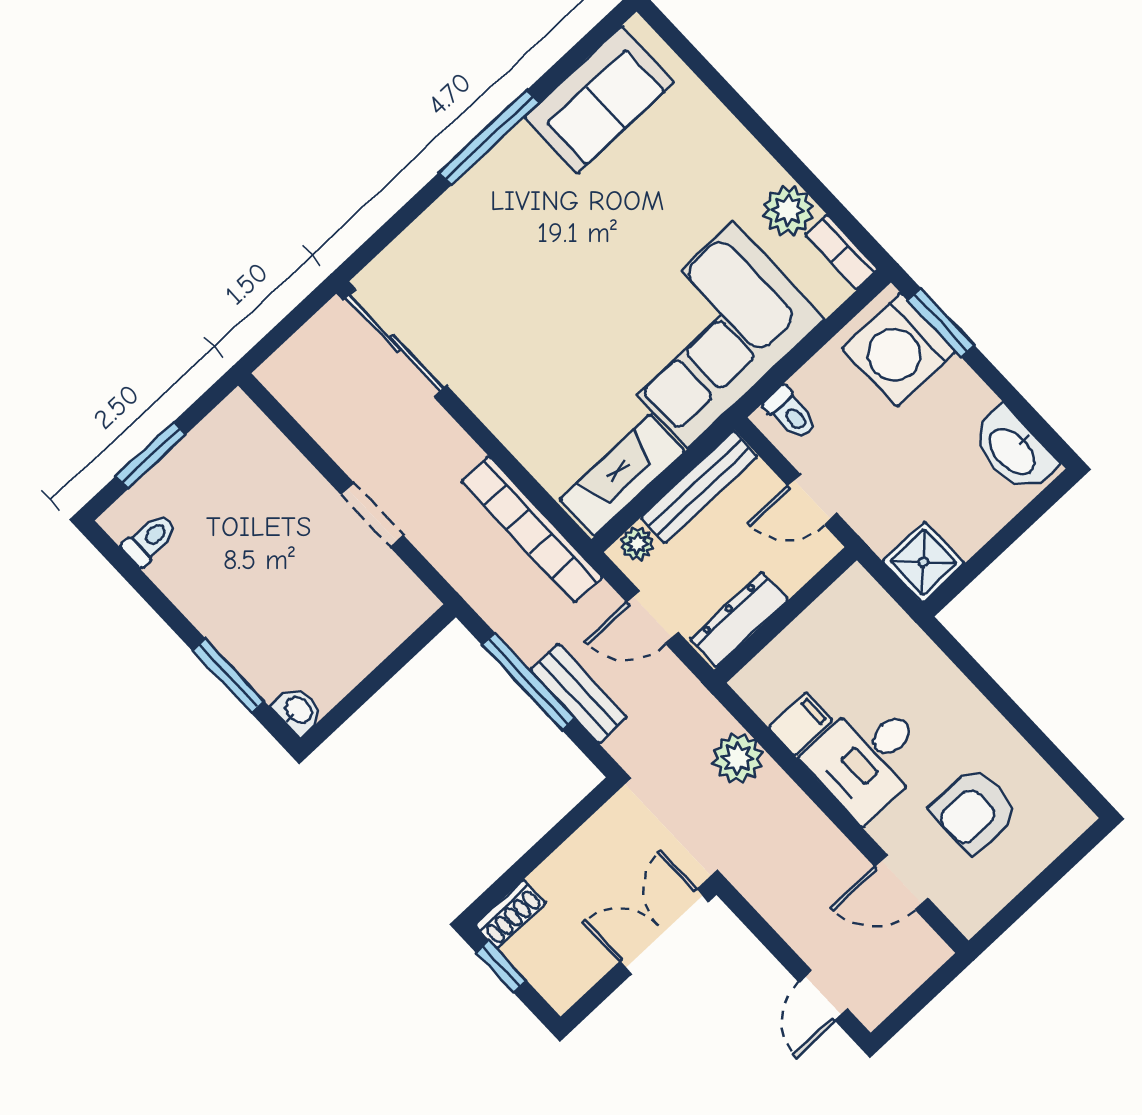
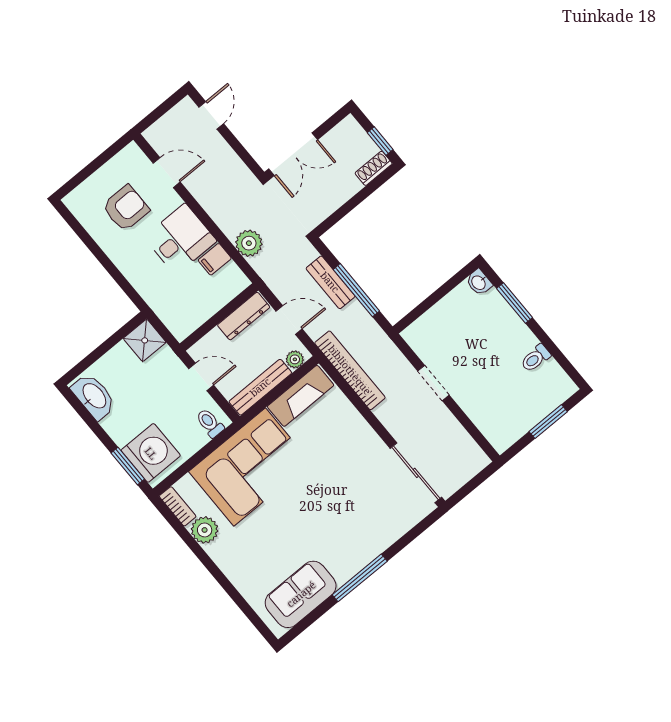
toilet: (150, 540) -> (536, 358), moved

